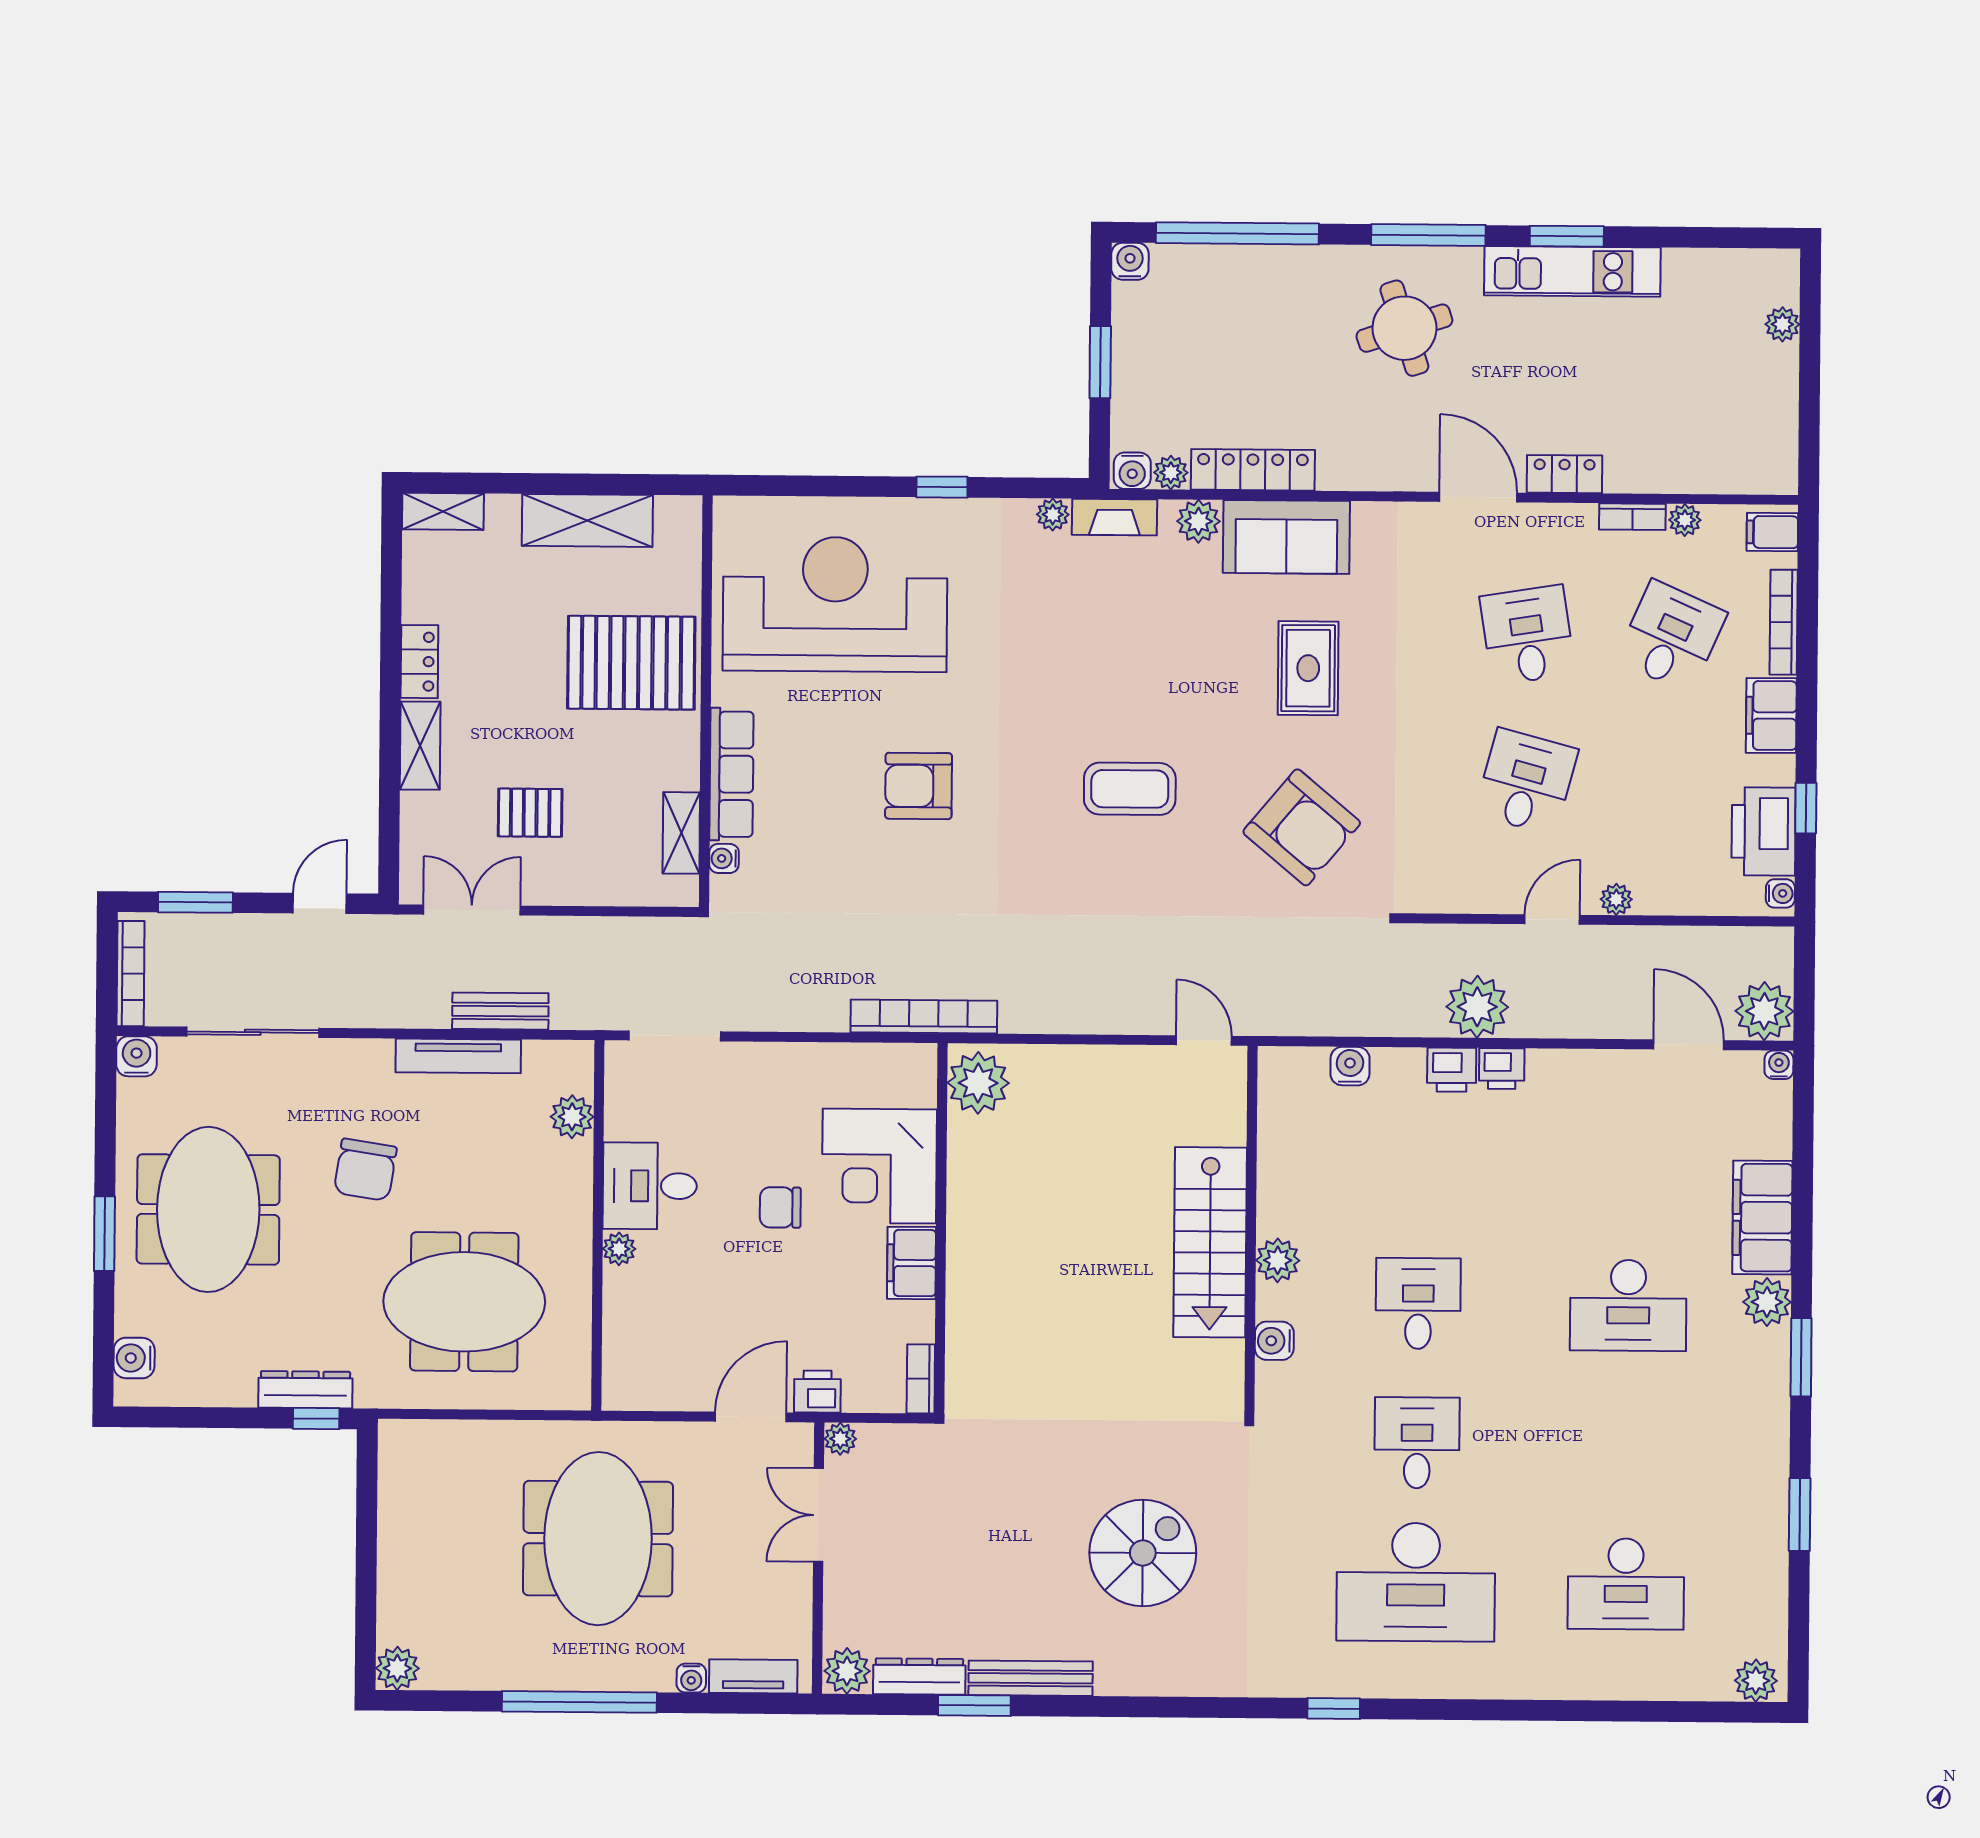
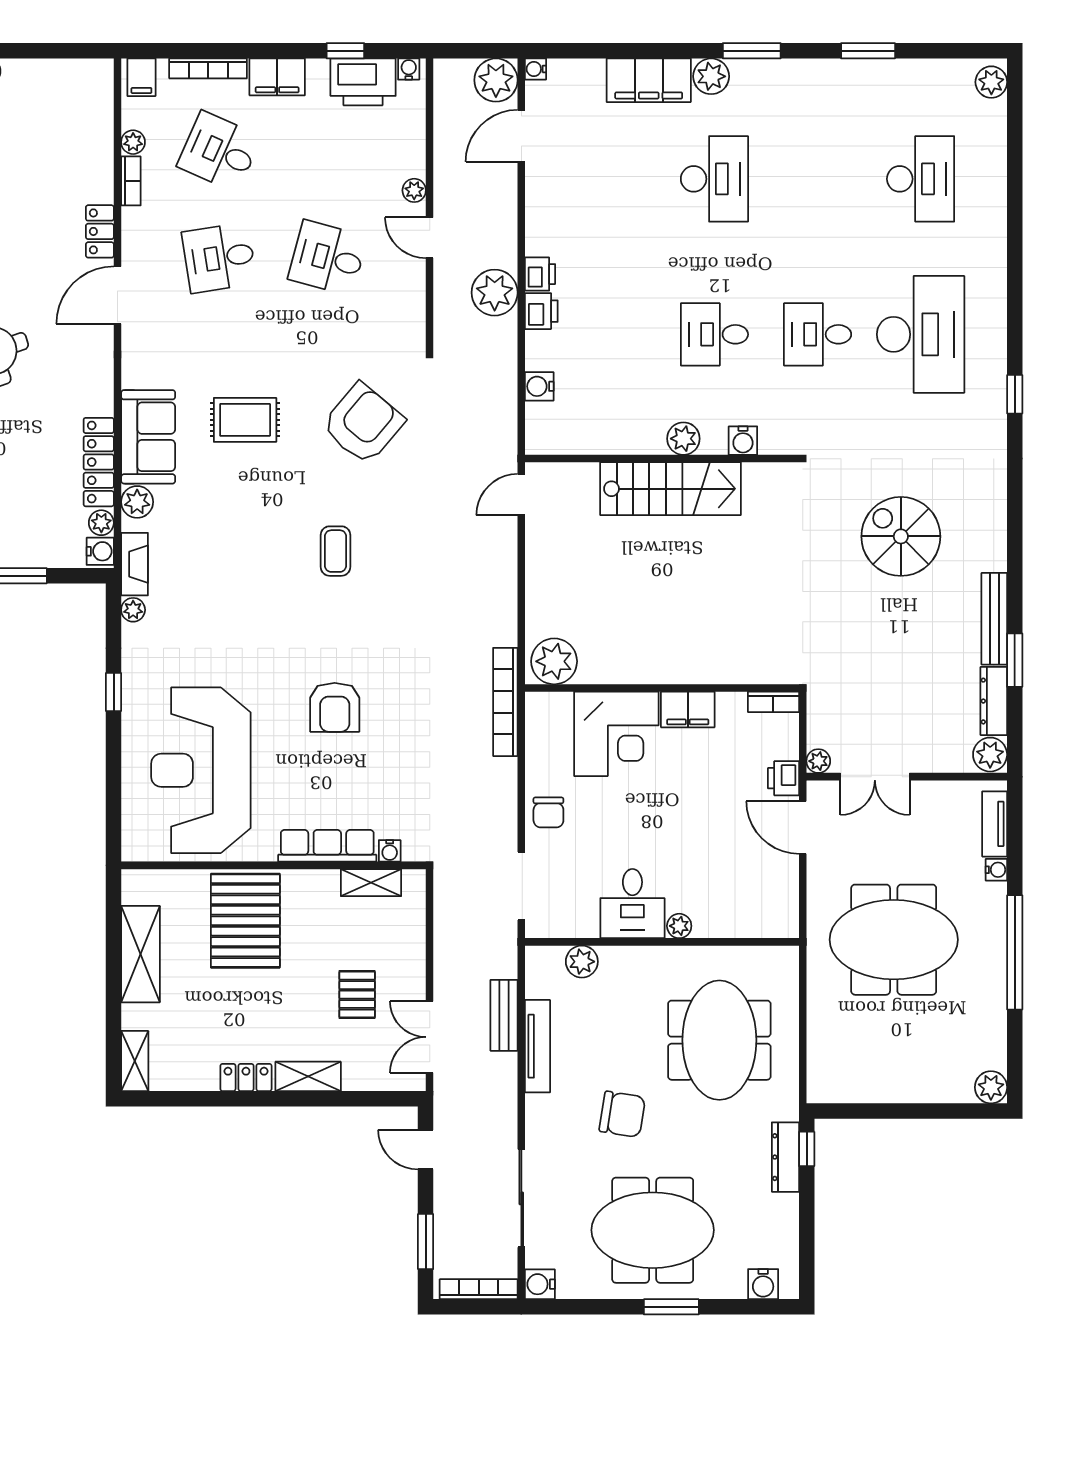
coffee table: (1130, 789) -> (336, 551), width x0.73, depth x0.77
chair: (780, 1207) -> (548, 812), moved

